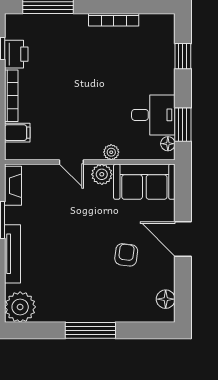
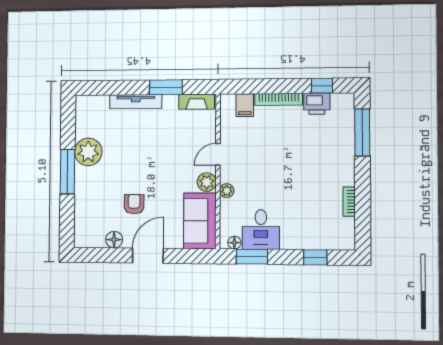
bookcase: (114, 20) -> (349, 202), width x0.64
armchair: (126, 255) -> (134, 204), turned -97
floor lamp: (166, 299) -> (114, 240), moved
plant: (20, 307) -> (88, 152), moved

